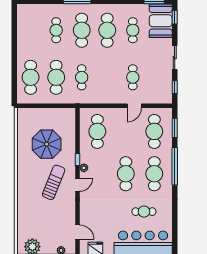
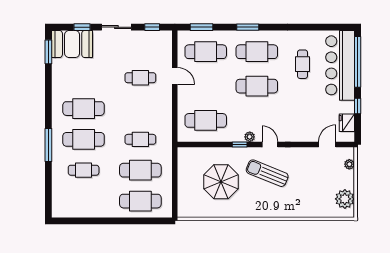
window: (175, 17) -> (82, 27), moved
cafe table: (133, 30) -> (84, 78), removed
window: (175, 166) -> (248, 27), width x0.47

